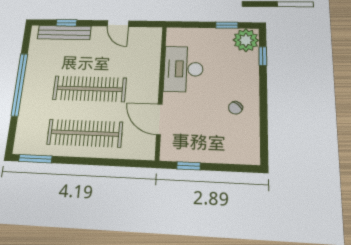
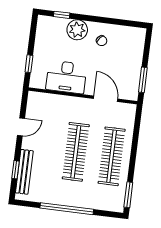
window: (227, 25) -> (29, 64), moved
plant: (246, 40) -> (77, 30), moved
door: (159, 119) -> (106, 99), swing flipped
window: (189, 166) -> (143, 80), width x1.50

